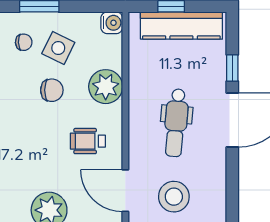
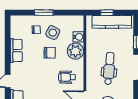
water cooler: (112, 23) -> (78, 37), moved
dental chair: (176, 123) -> (109, 68), turned 180

